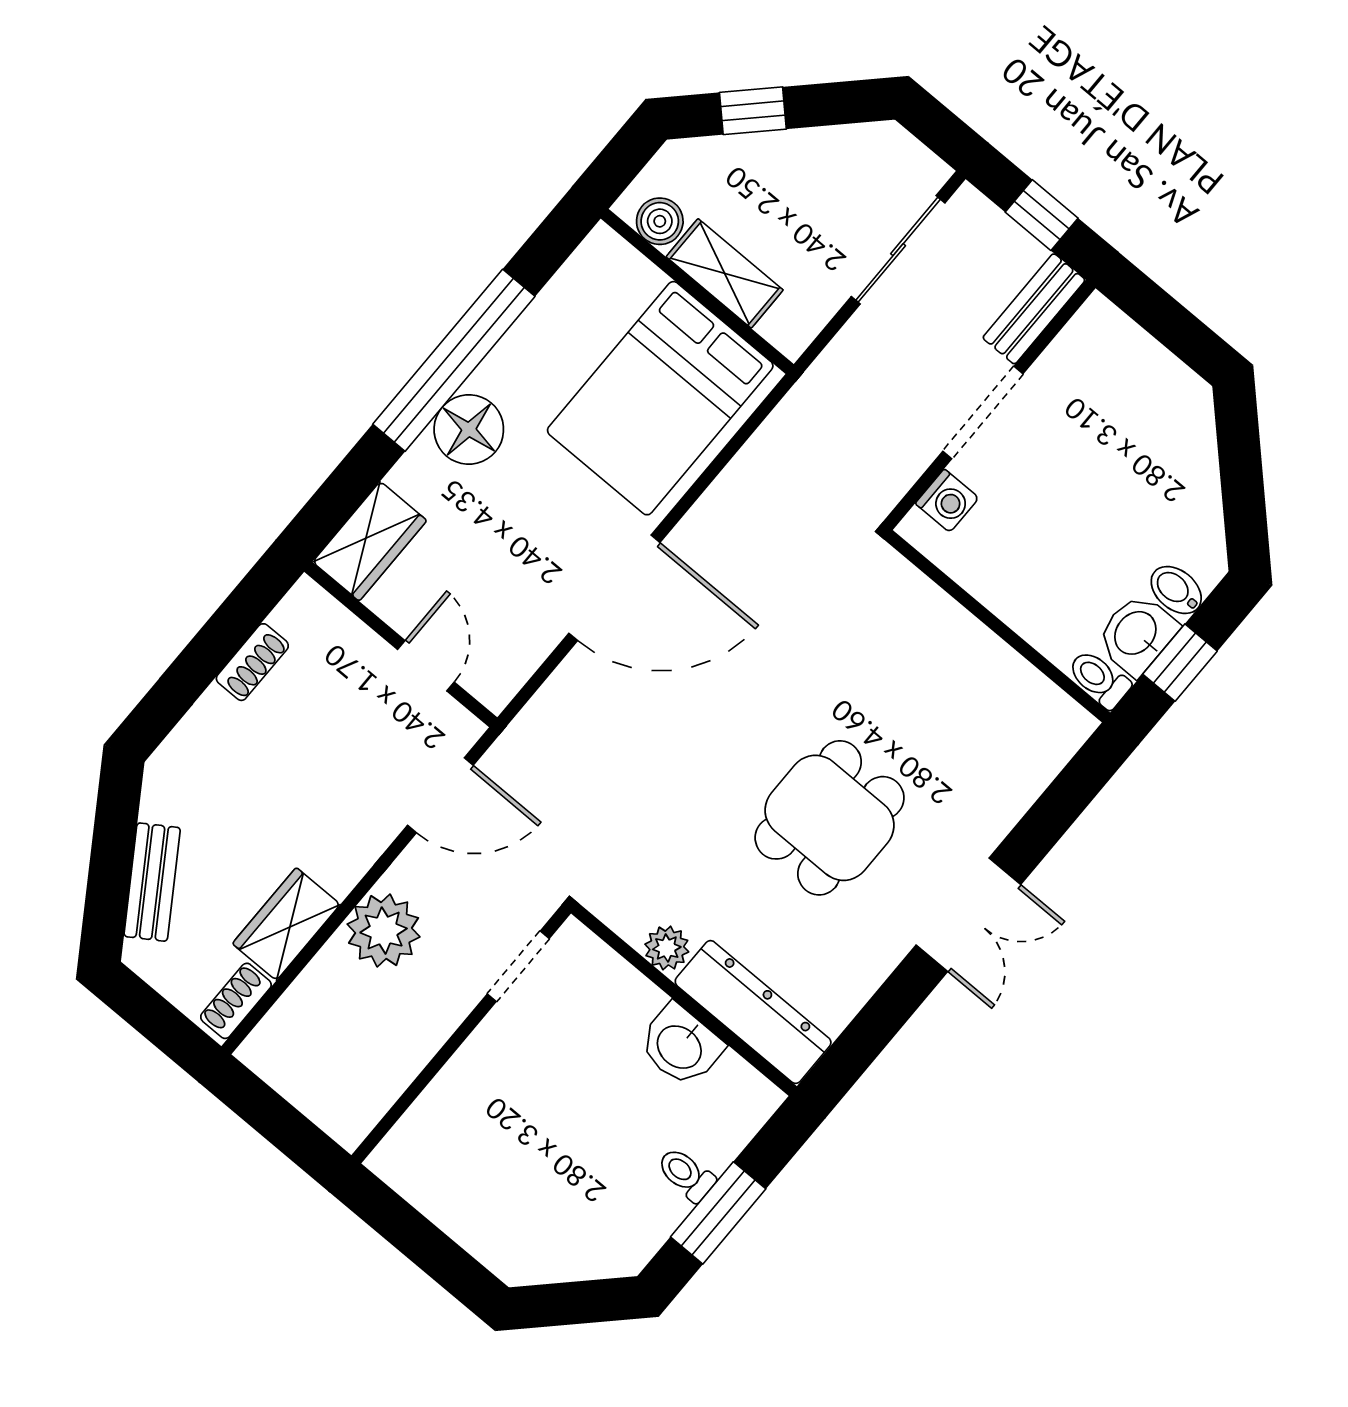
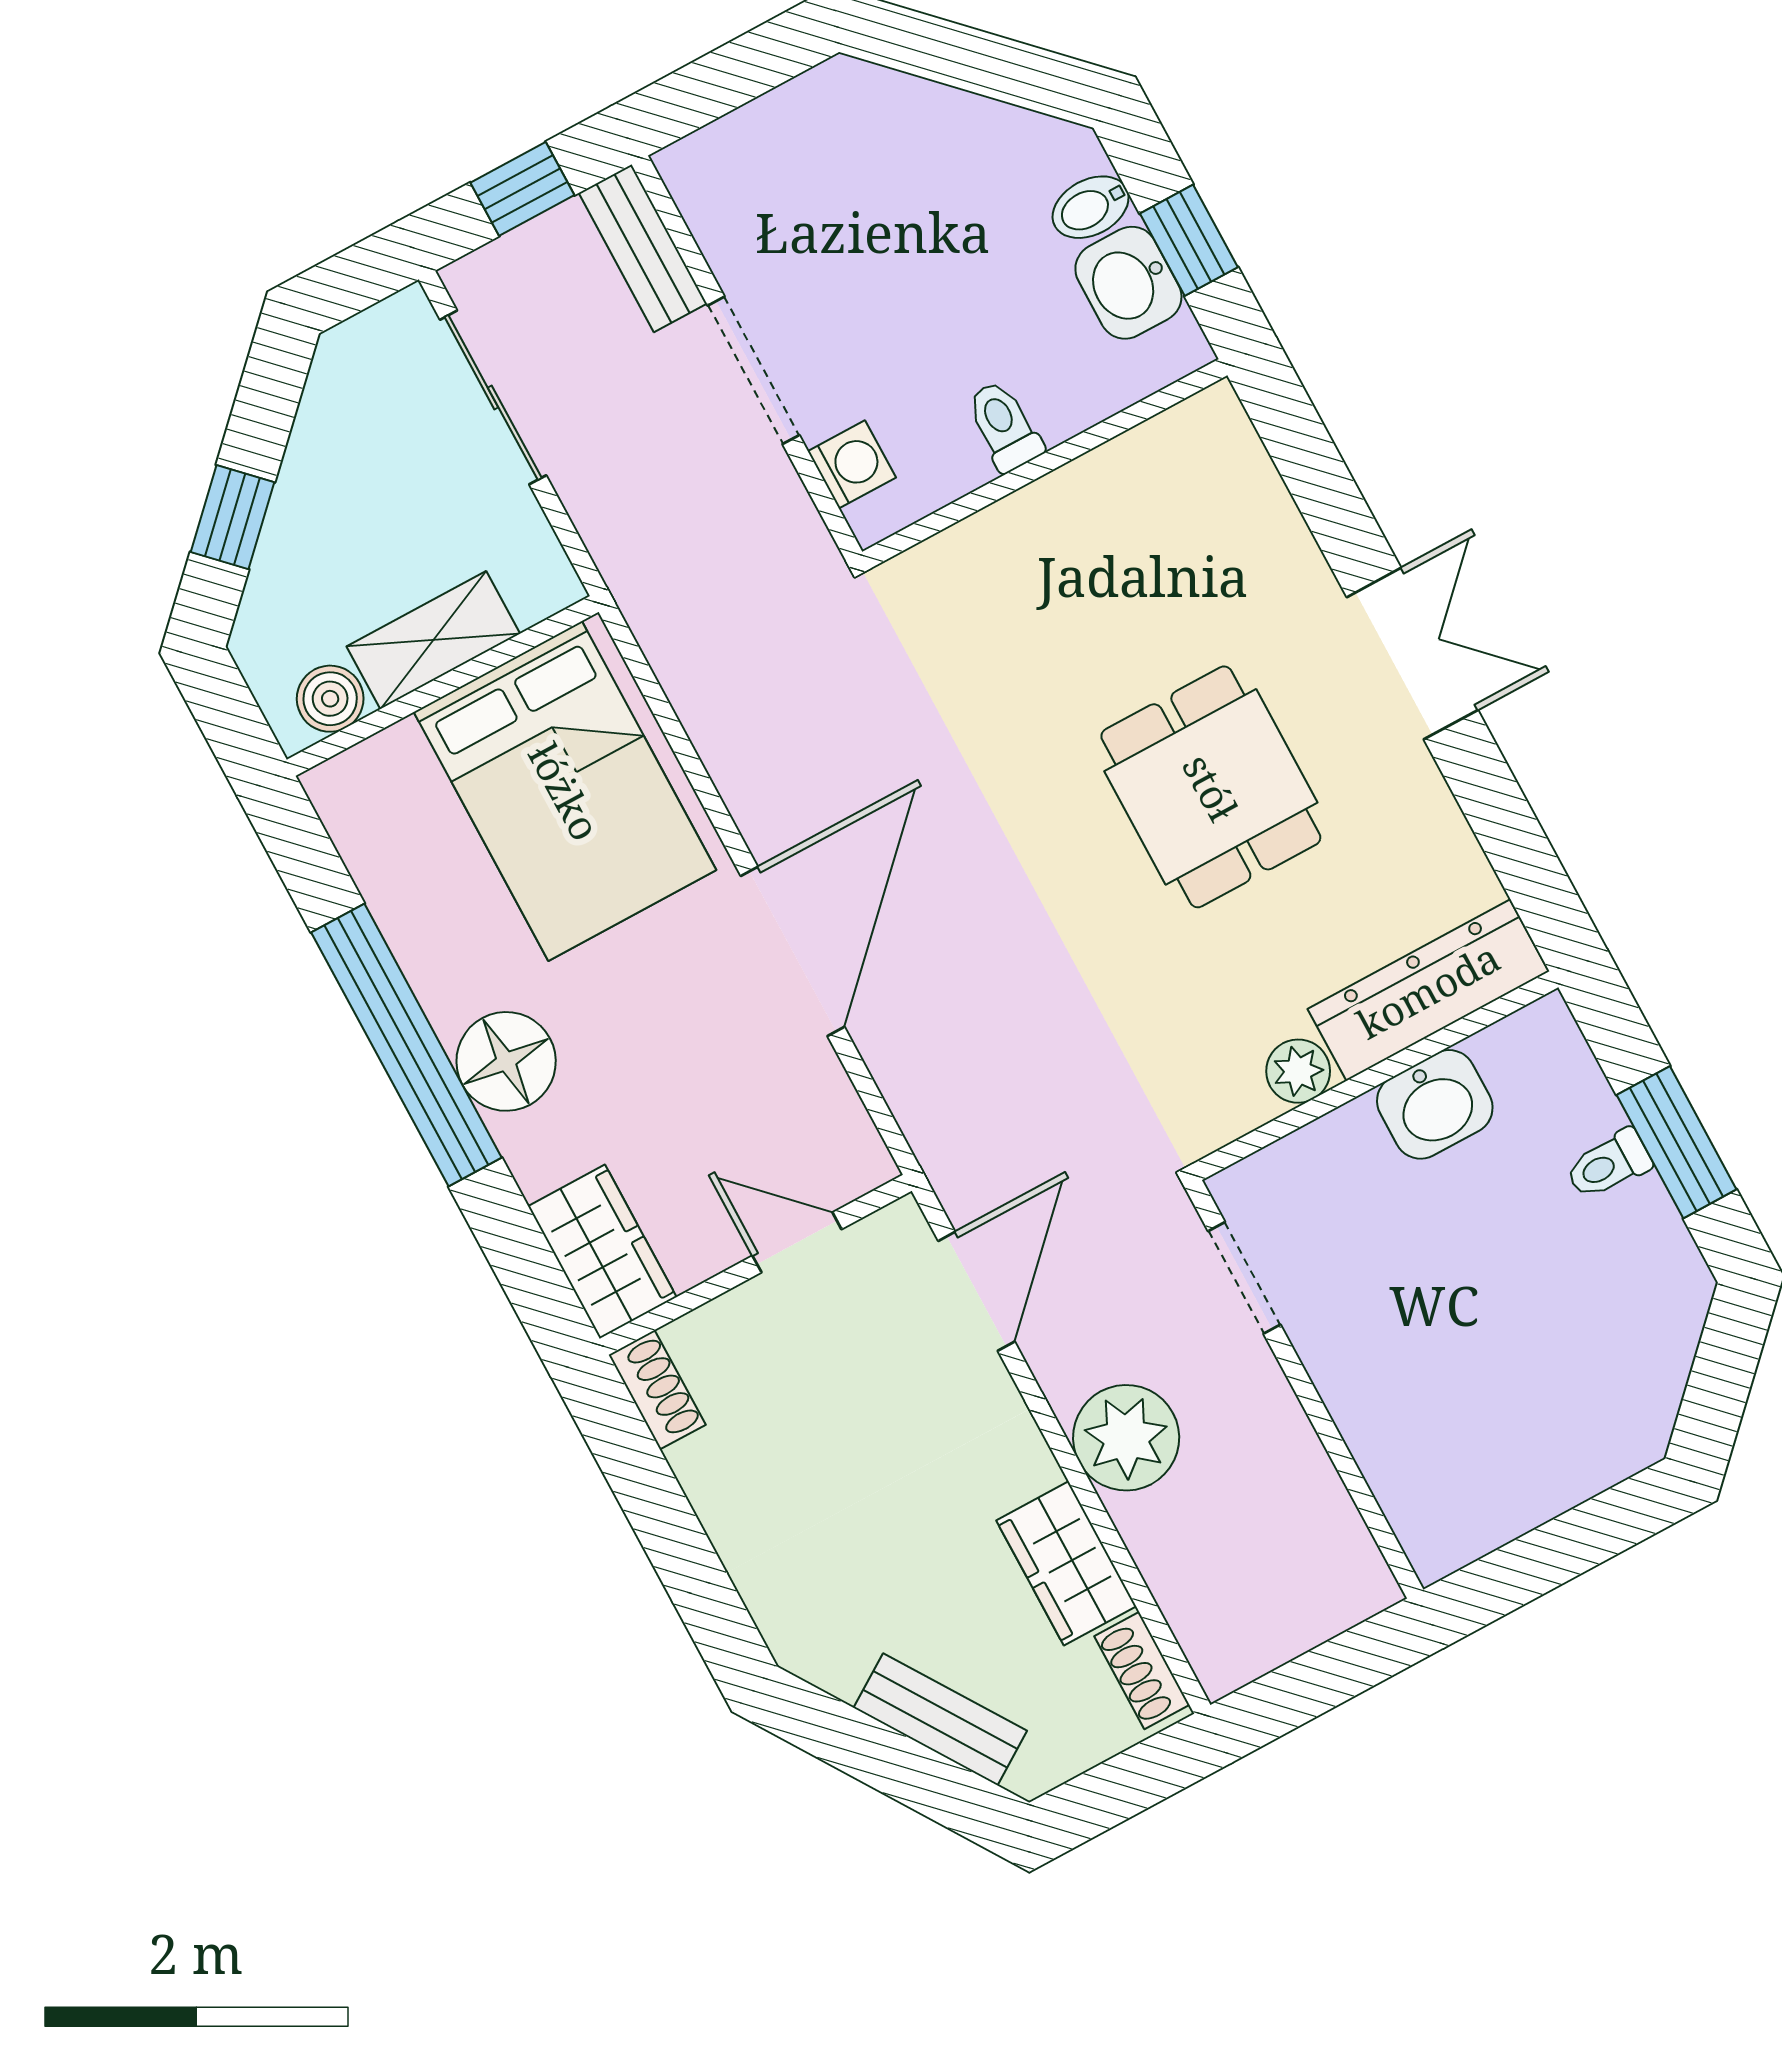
shoe rack: (252, 662) -> (657, 1390), moved
toilet: (1099, 679) -> (1004, 426), moved, turned 90

